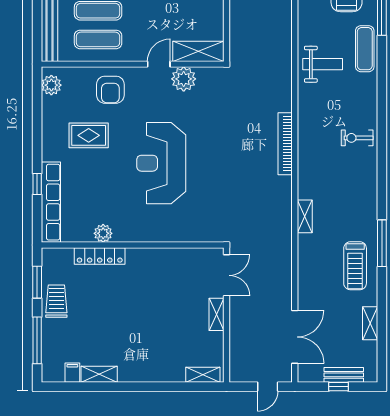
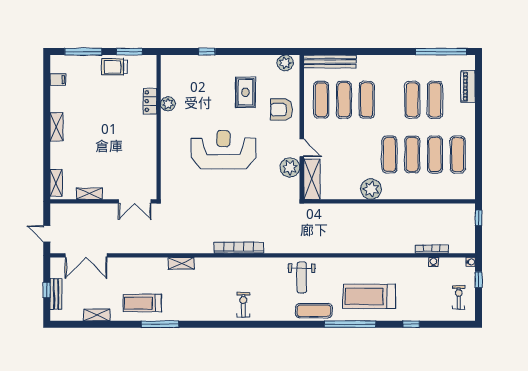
row of seats: (51, 202) -> (193, 63), removed
locker: (100, 256) -> (150, 101), width x0.66
trolley: (56, 301) -> (114, 67), turned 180
shelving: (217, 314) -> (89, 194), moved
shelving: (99, 374) -> (56, 127), moved

